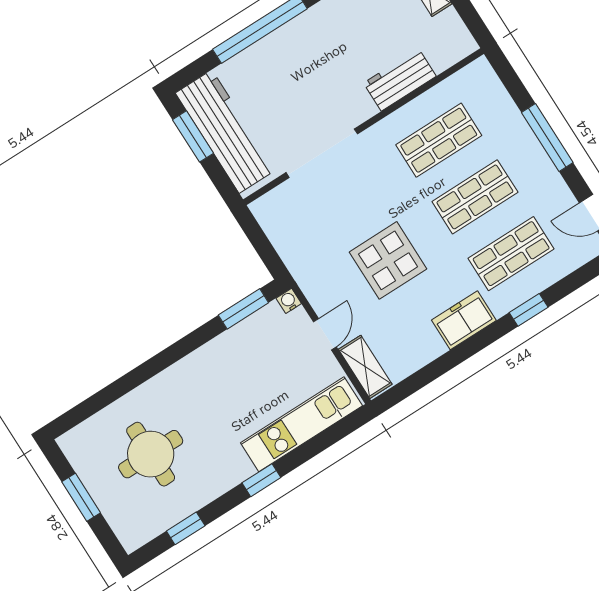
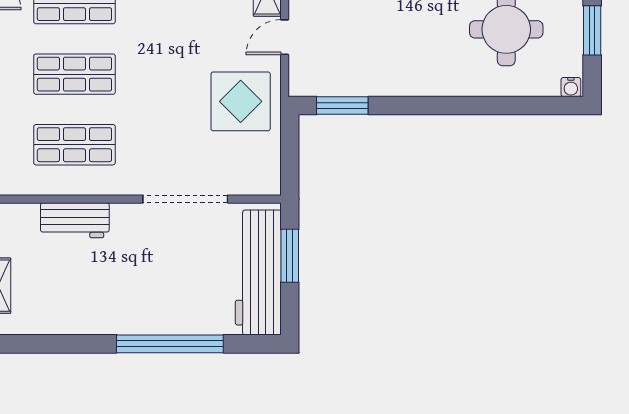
window: (193, 136) -> (290, 256), moved
display table: (388, 260) -> (241, 101), moved
water cooler: (289, 301) -> (571, 87), moved

